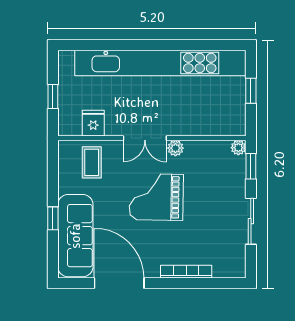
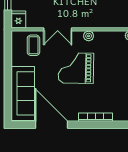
fridge: (93, 123) -> (18, 19), moved
double door: (145, 138) -> (58, 29), moved
window: (53, 218) -> (8, 82), removed

